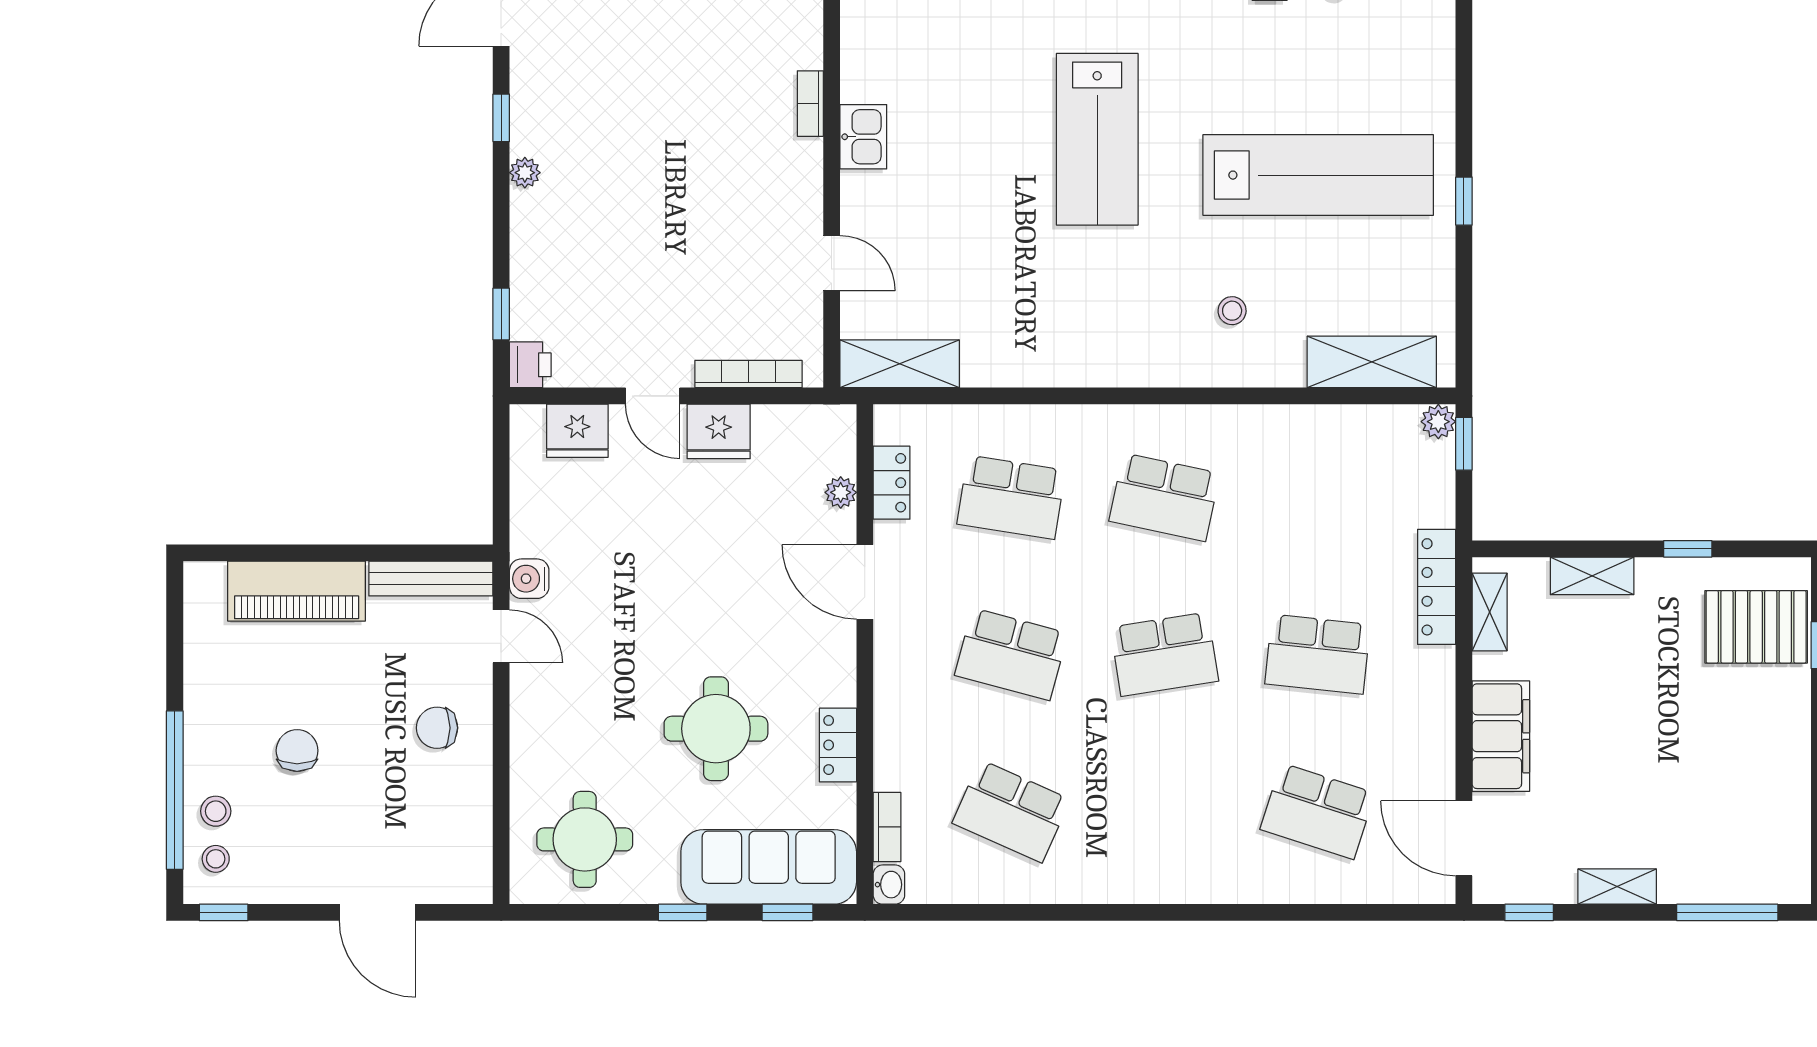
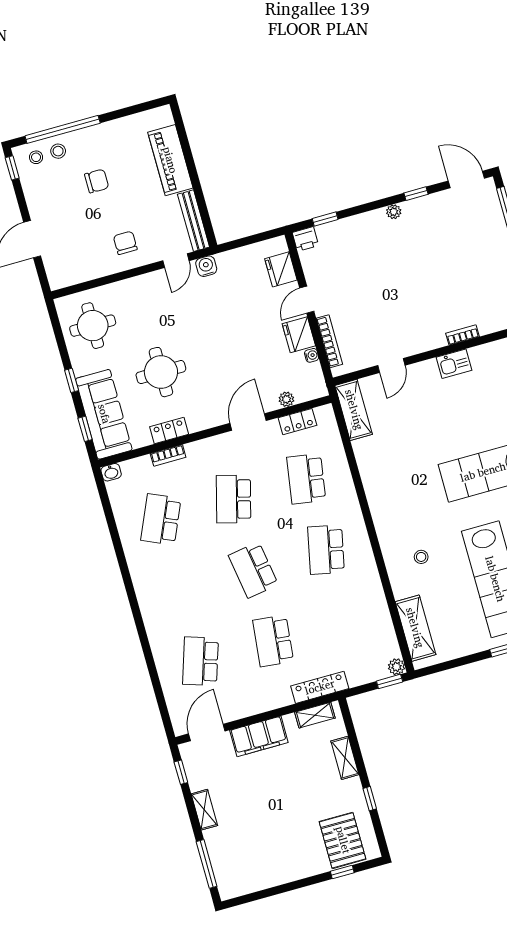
water cooler: (767, 417) -> (312, 355), added
bookcase: (887, 827) -> (168, 455), moved

